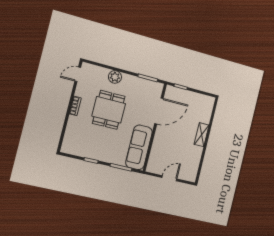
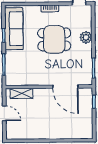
shelving: (202, 135) -> (22, 93), moved
sofa: (139, 147) -> (14, 29), moved, turned 90

